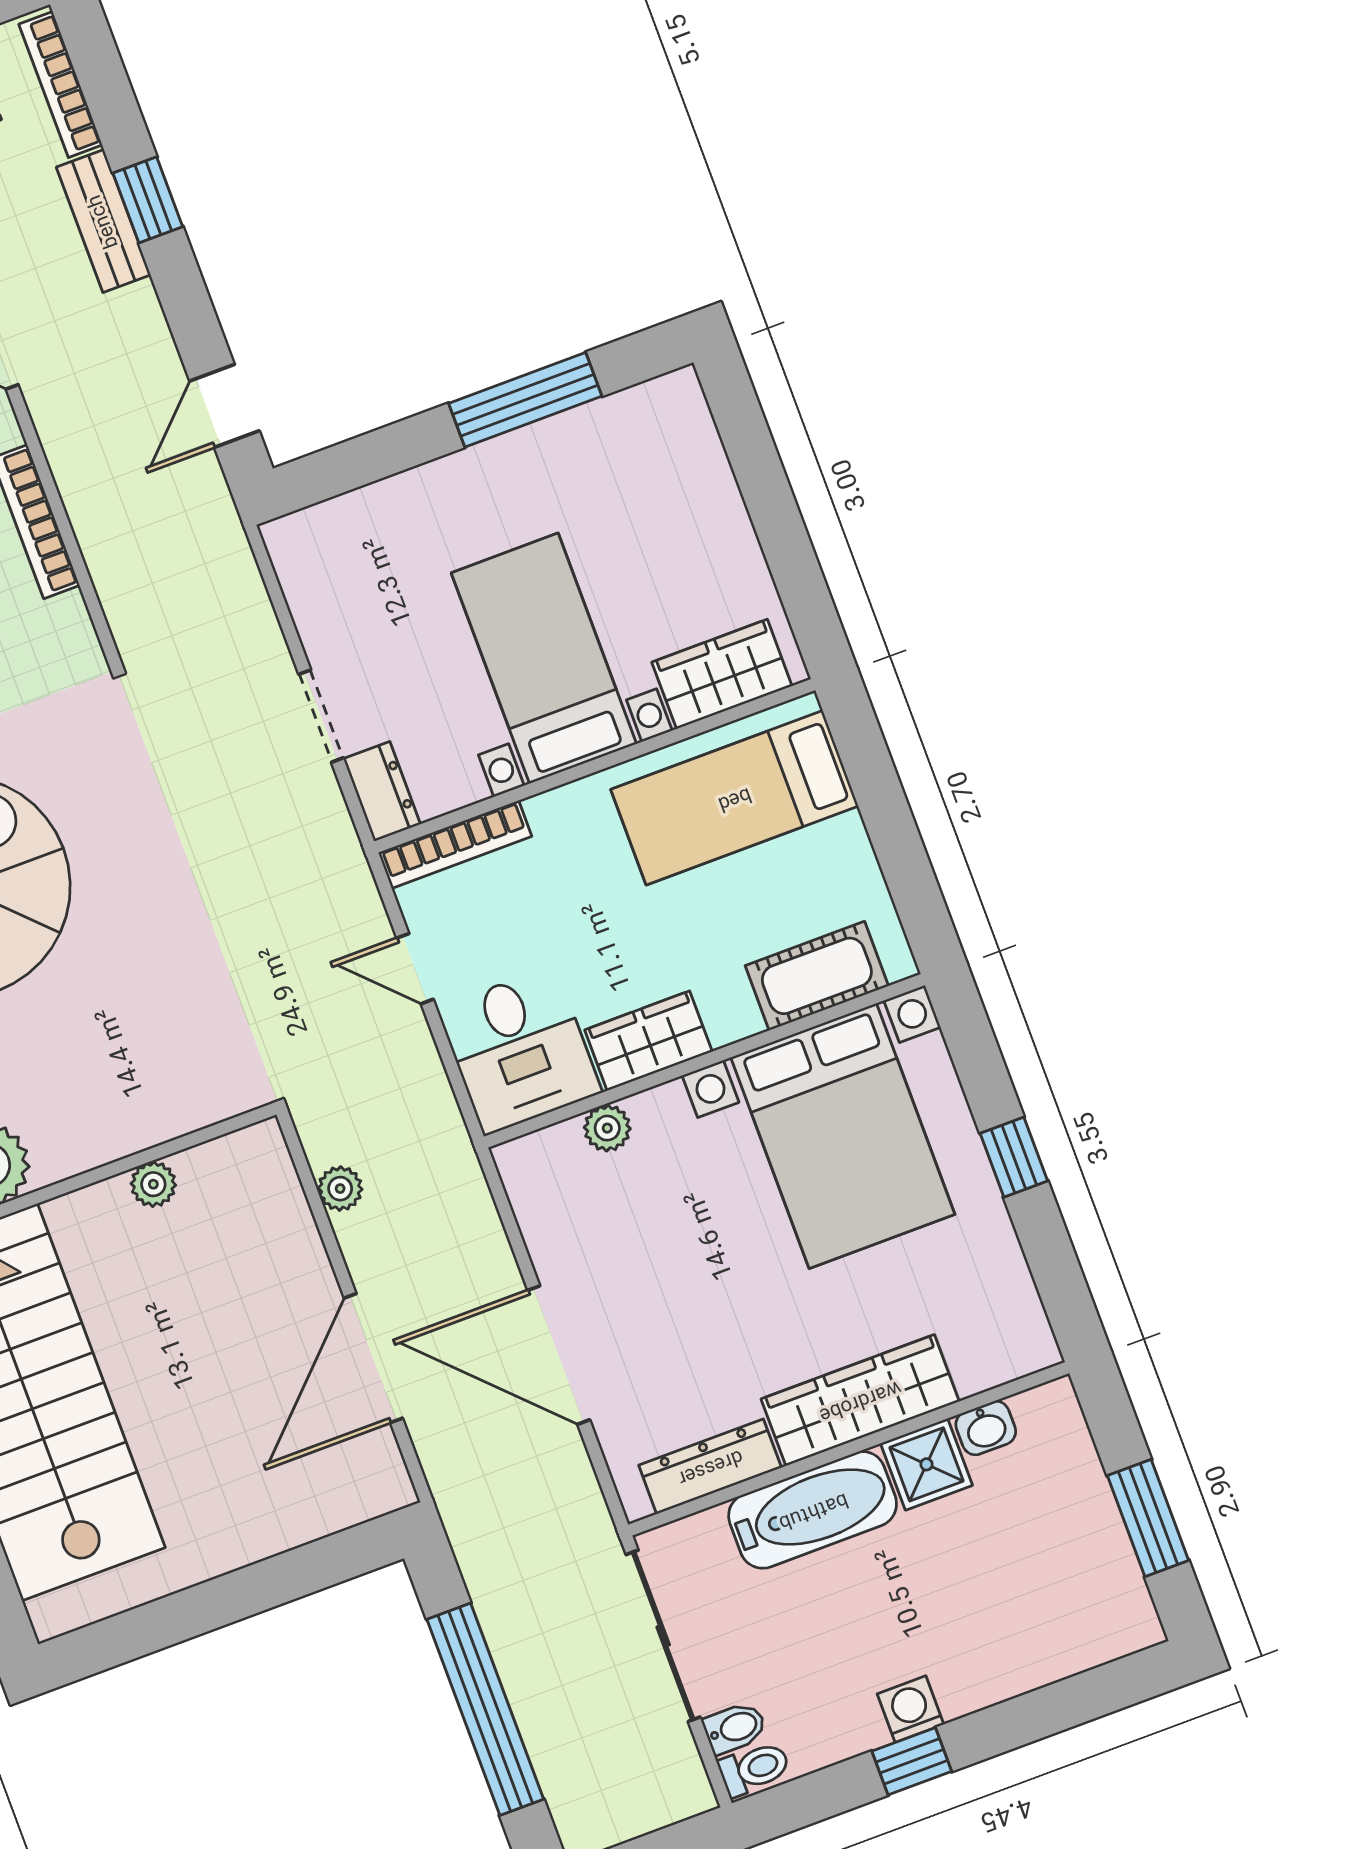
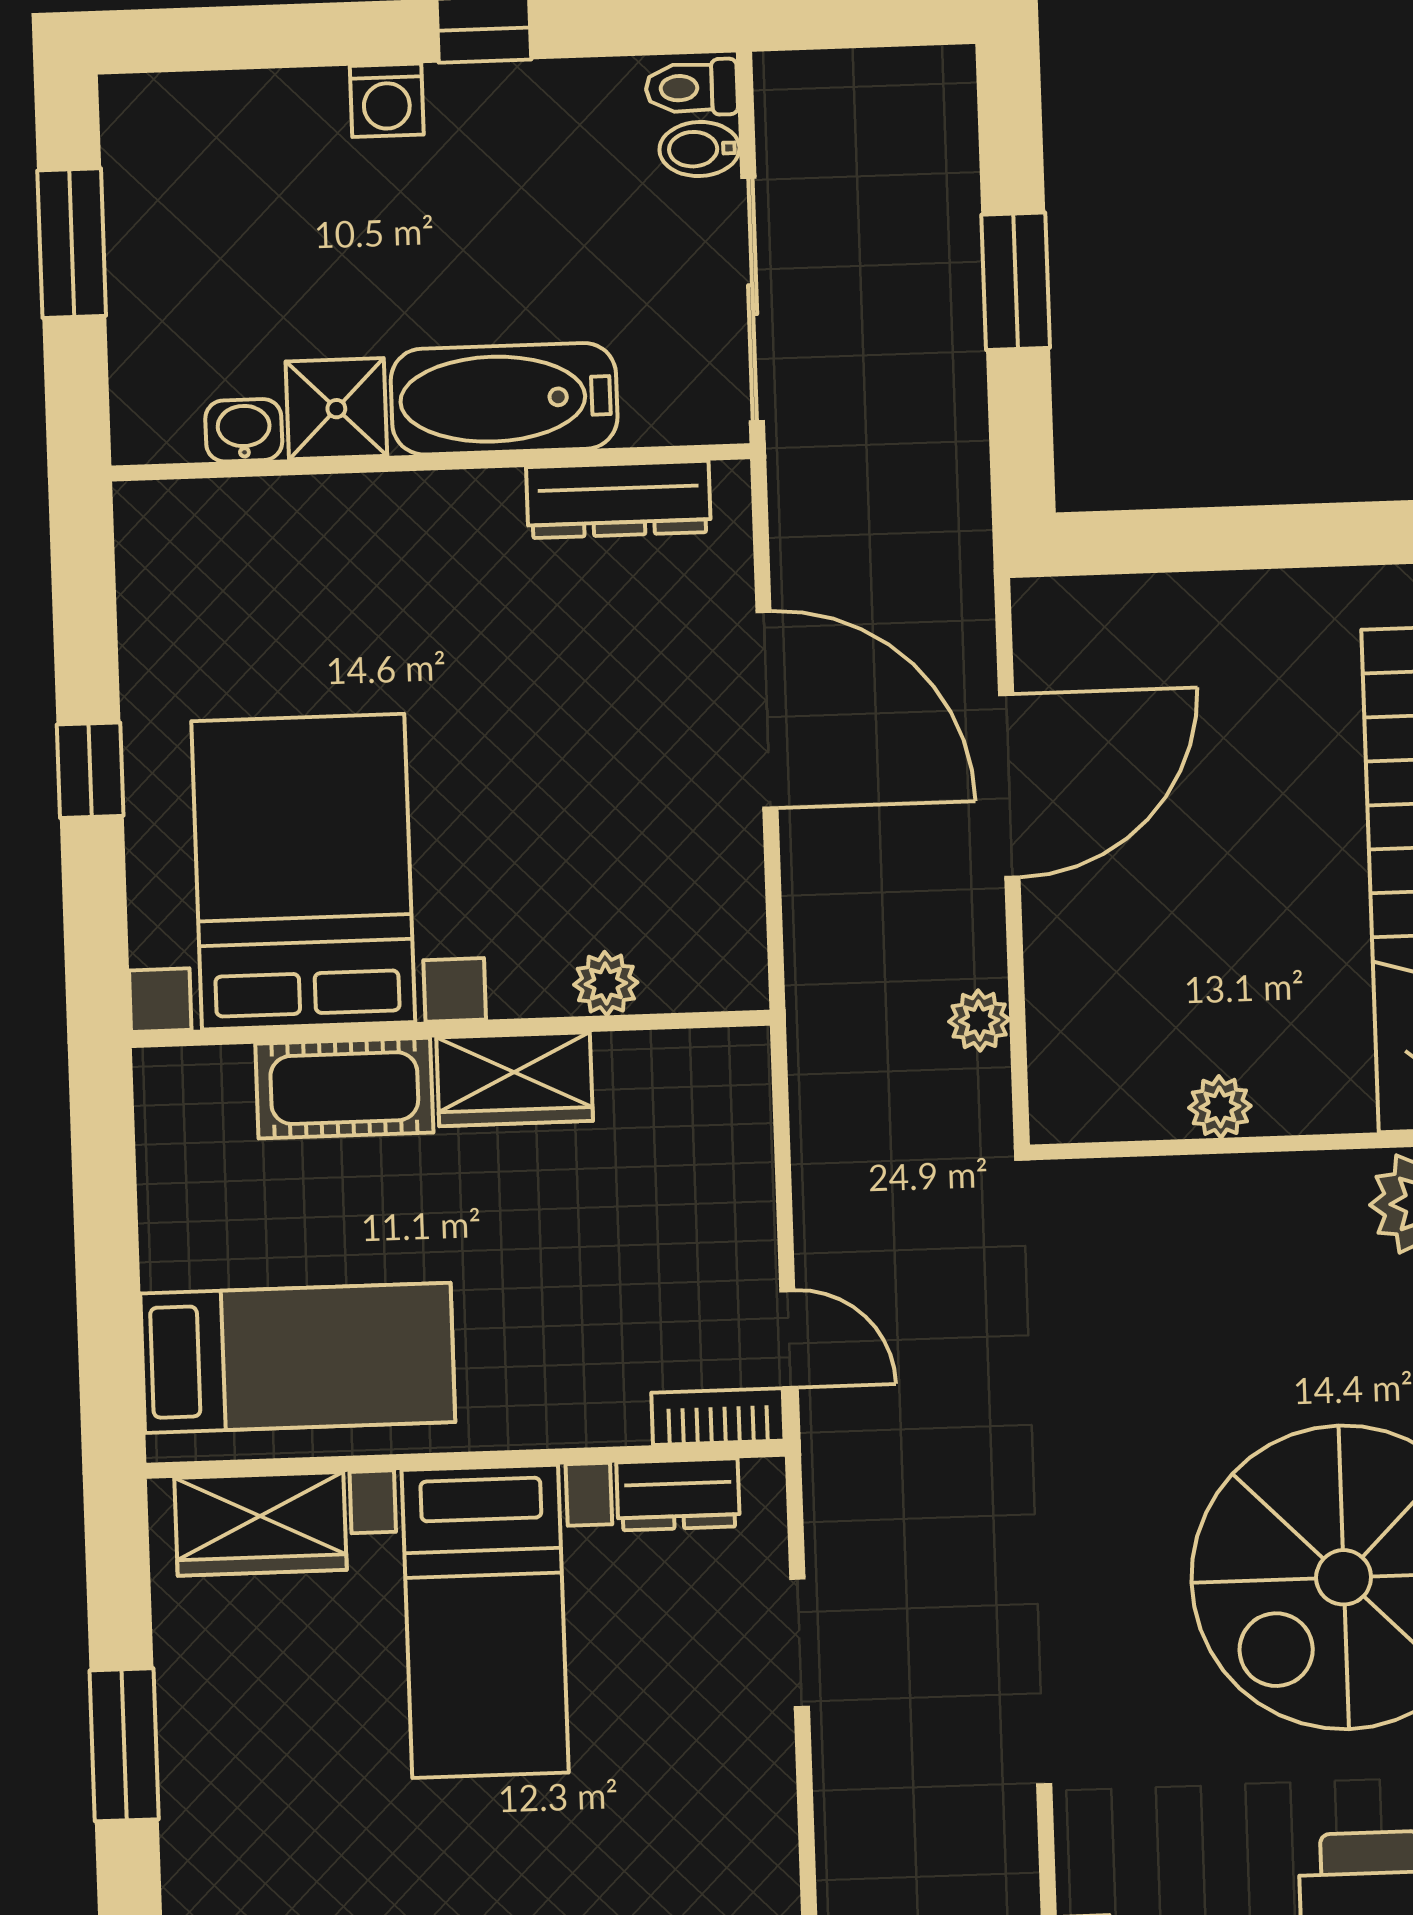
window: (766, 490) -> (124, 1745), added
dresser: (382, 791) -> (678, 1494), moved, turned -90
bookcase: (455, 844) -> (718, 1417), width x0.64
door: (415, 969) -> (789, 1339), moved
cot: (817, 976) -> (344, 1088), moved
desk: (519, 1050) -> (686, 1123), removed
wardrobe: (860, 1400) -> (395, 521), removed
window: (485, 1709) -> (1016, 281), width x0.47
washing machine: (911, 1709) -> (387, 100), moved

